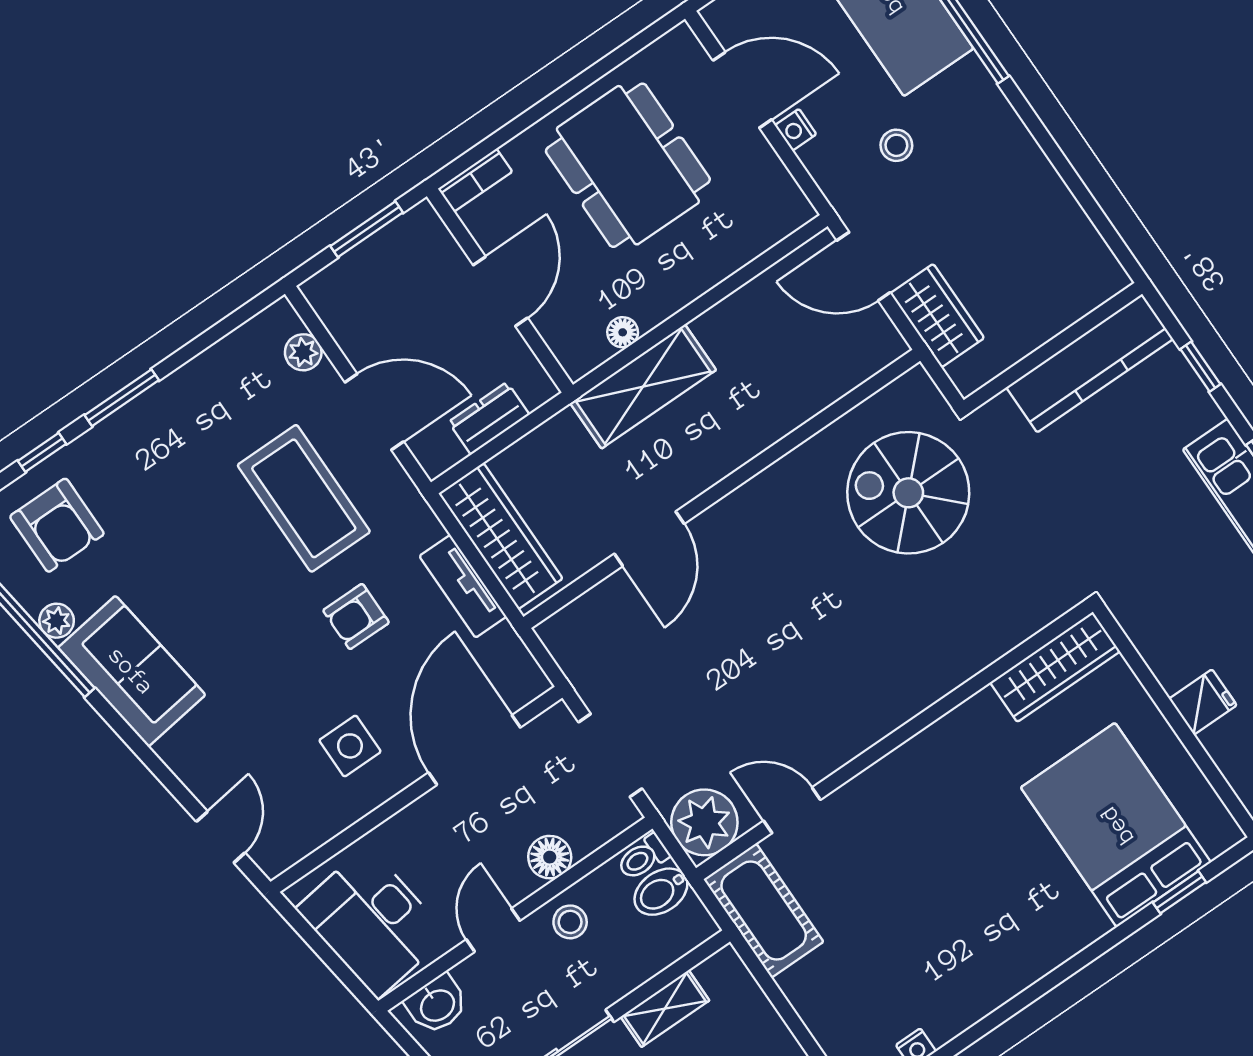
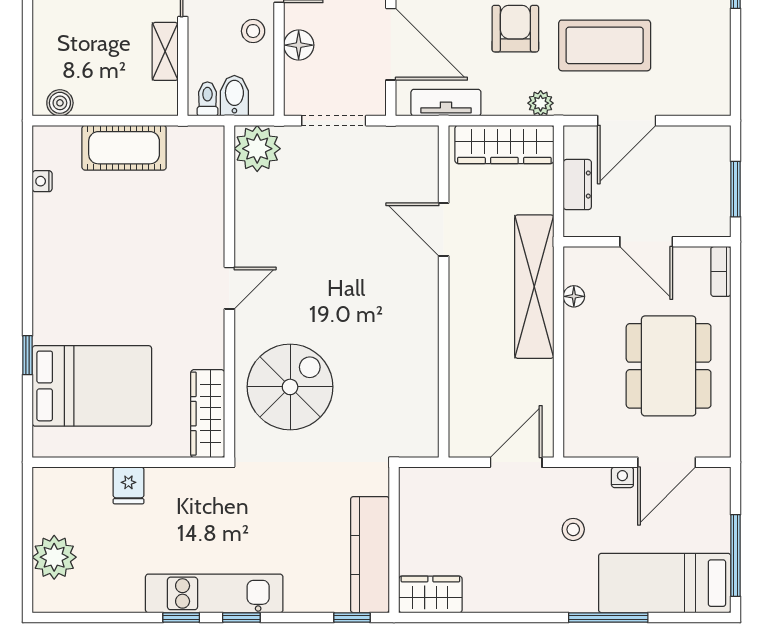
dining table: (628, 165) -> (669, 366), turned 90
wardrobe: (937, 316) -> (430, 594), moved, turned 180
plant: (303, 352) -> (541, 103), moved
window: (1200, 367) -> (352, 617), moved
shelving: (643, 386) -> (534, 287), width x1.47
spiral stairs: (908, 493) -> (290, 387), moved
tv unit: (463, 586) -> (446, 103), moved
armchair: (356, 617) -> (515, 29), width x1.38, depth x1.38
door: (792, 810) -> (229, 288), moved
toilet: (643, 857) -> (207, 99), moved
window: (1179, 892) -> (28, 355), moved
cot: (764, 911) -> (124, 148), moved

